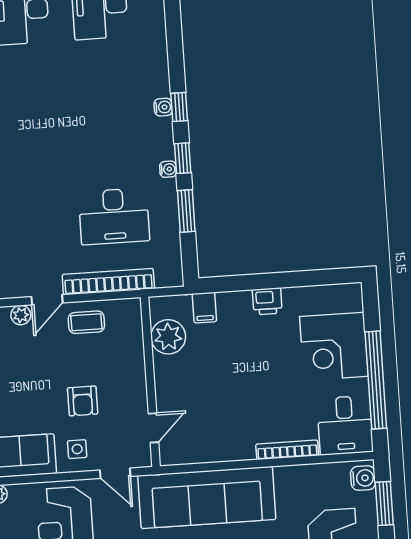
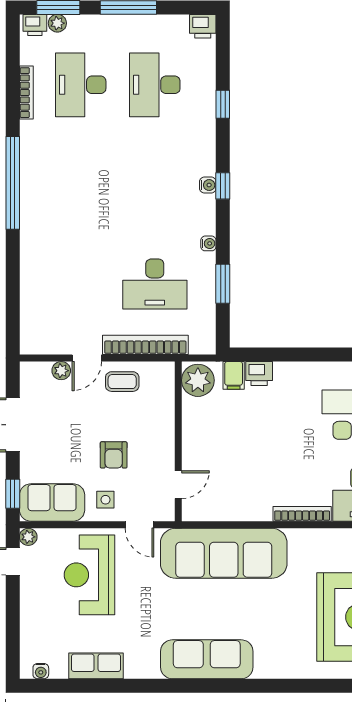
window: (183, 158) -> (223, 104), moved
printer: (267, 301) -> (259, 373), moved
plant: (168, 337) -> (198, 380), moved

